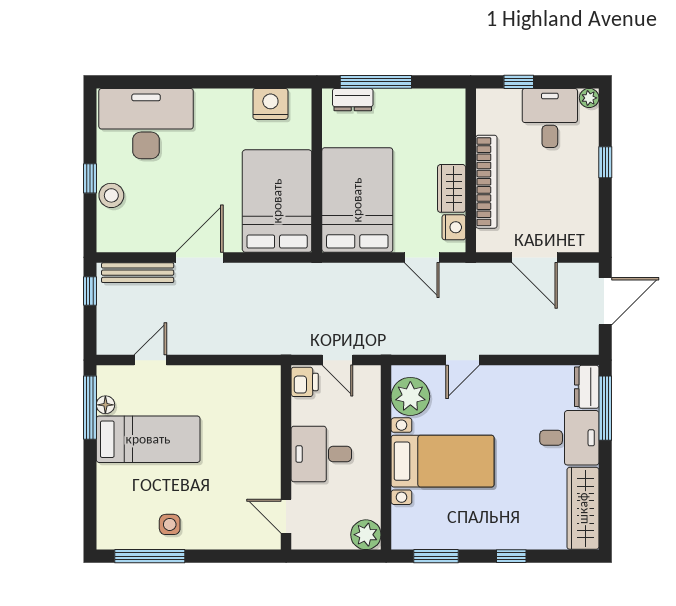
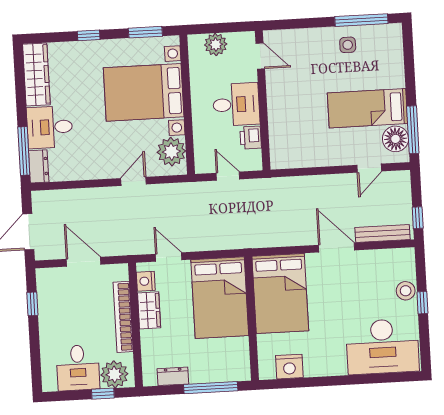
plant: (589, 98) -> (114, 374), moved, width x1.88, depth x1.88
dresser: (353, 100) -> (173, 376), moved
window: (605, 162) -> (32, 304), moved
door: (199, 257) -> (337, 248), swing flipped
printer: (305, 382) -> (251, 138), moved
floor lamp: (105, 405) -> (396, 139), width x1.89, depth x1.89
bed with nightstands: (443, 461) -> (144, 92), width x1.36
plant: (366, 535) -> (216, 44), moved

